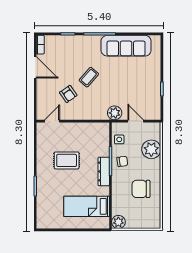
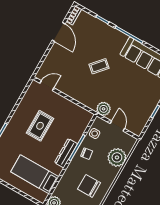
armchair: (68, 94) -> (74, 70), removed
rug: (67, 160) -> (40, 126), turned 90

